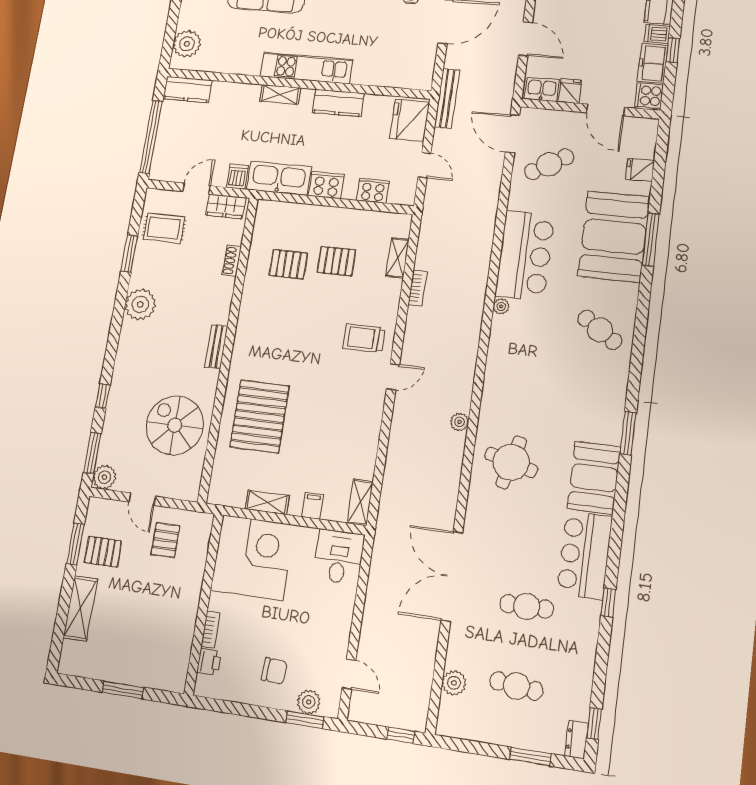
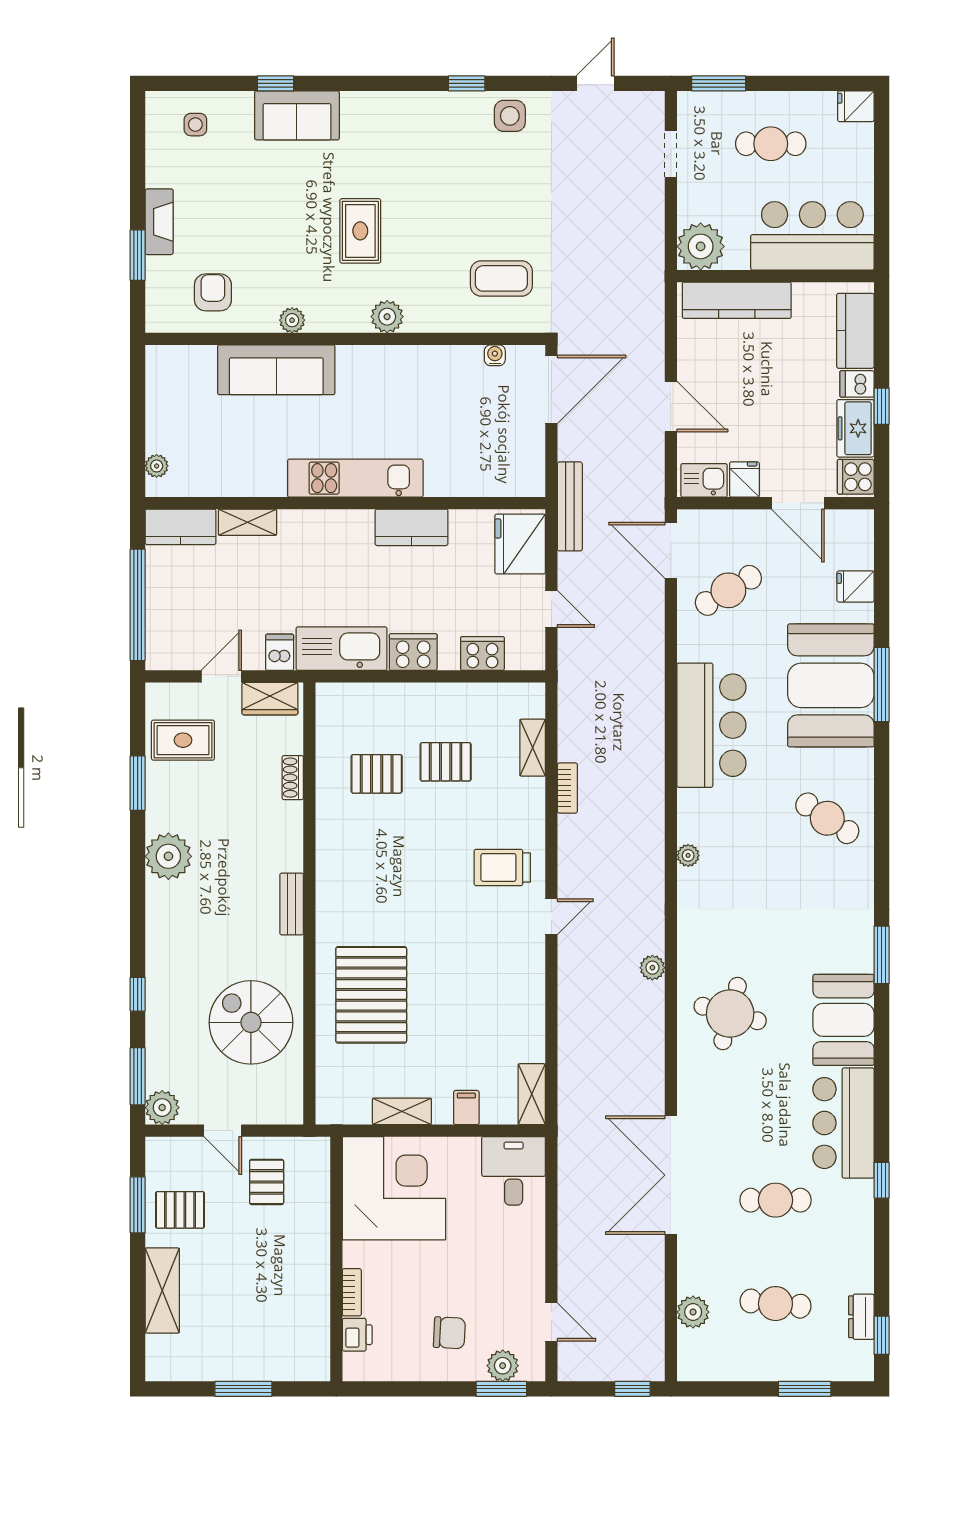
plant: (187, 44) -> (157, 466), width x0.53, depth x0.53
shelving: (280, 95) -> (247, 522), moved
plant: (501, 306) -> (688, 855), moved
dresser: (576, 740) -> (861, 1317), moved

